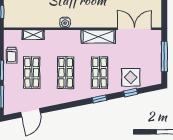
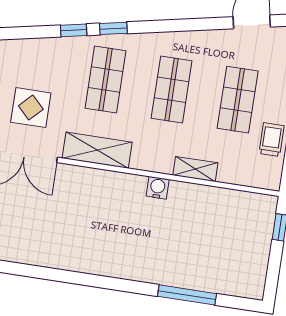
shelving: (33, 35) -> (195, 169), moved
display table: (131, 77) -> (31, 108), moved
window: (130, 93) -> (74, 30), moved

